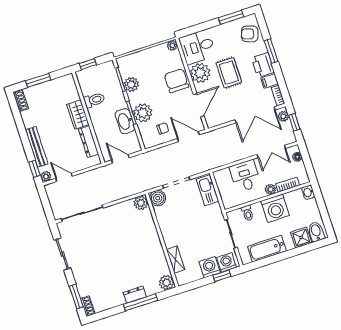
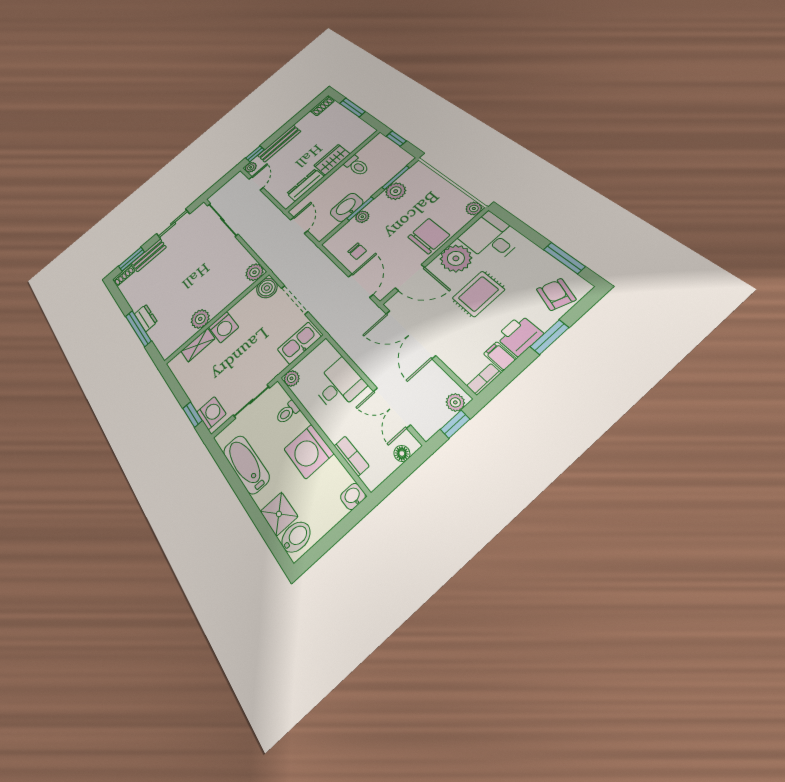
plant: (143, 113) -> (362, 217), width x0.53, depth x0.53
double door: (255, 115) -> (410, 334), moved
plant: (270, 189) -> (292, 378), moved
washing machine: (210, 267) -> (224, 327), moved, turned 90
bench: (81, 281) -> (149, 255), added
plant: (166, 283) -> (200, 319), moved

